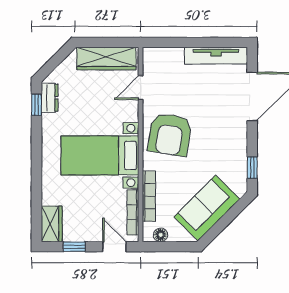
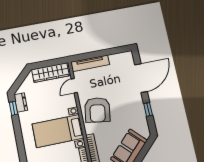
tv unit: (216, 56) -> (90, 63), moved
window: (252, 168) -> (148, 109), moved

